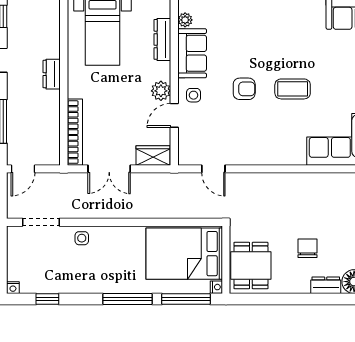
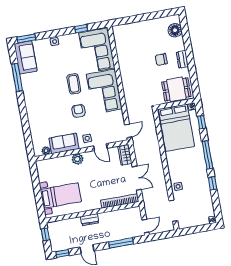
dresser: (162, 39) -> (59, 161), removed
plant: (161, 91) -> (77, 159), moved
corner sofa: (270, 140) -> (104, 92), added
door: (23, 169) -> (145, 226), hinge flipped
door: (213, 169) -> (128, 131), moved
dresser: (326, 285) -> (182, 59), moved
window: (47, 299) -> (213, 183), moved
window: (186, 299) -> (202, 122), width x0.46

